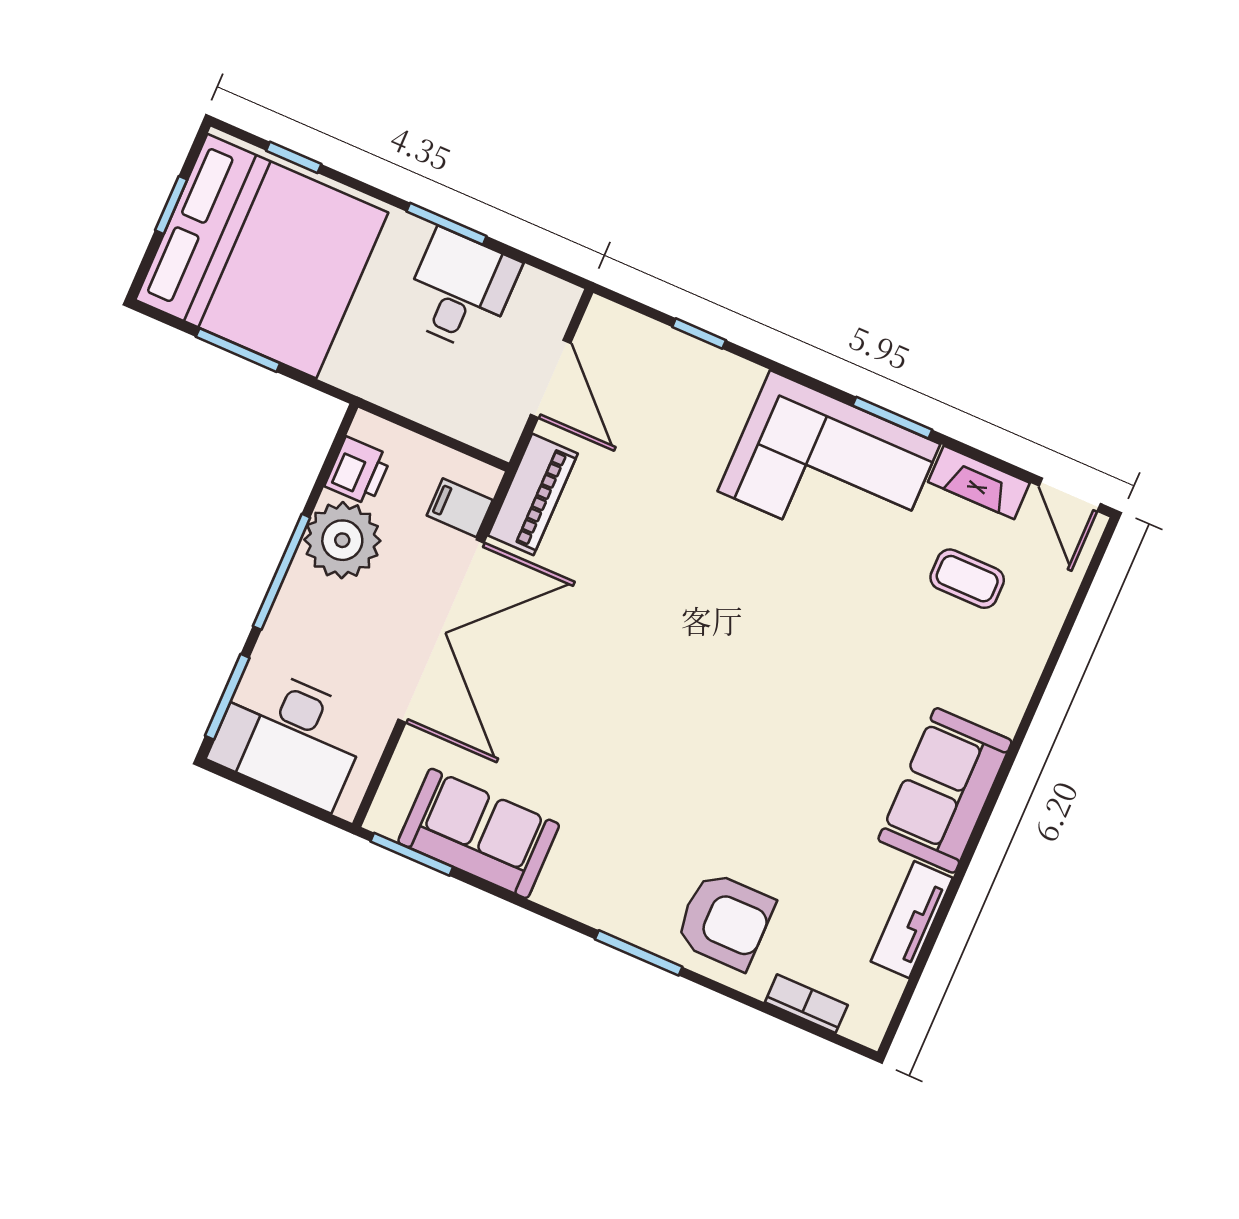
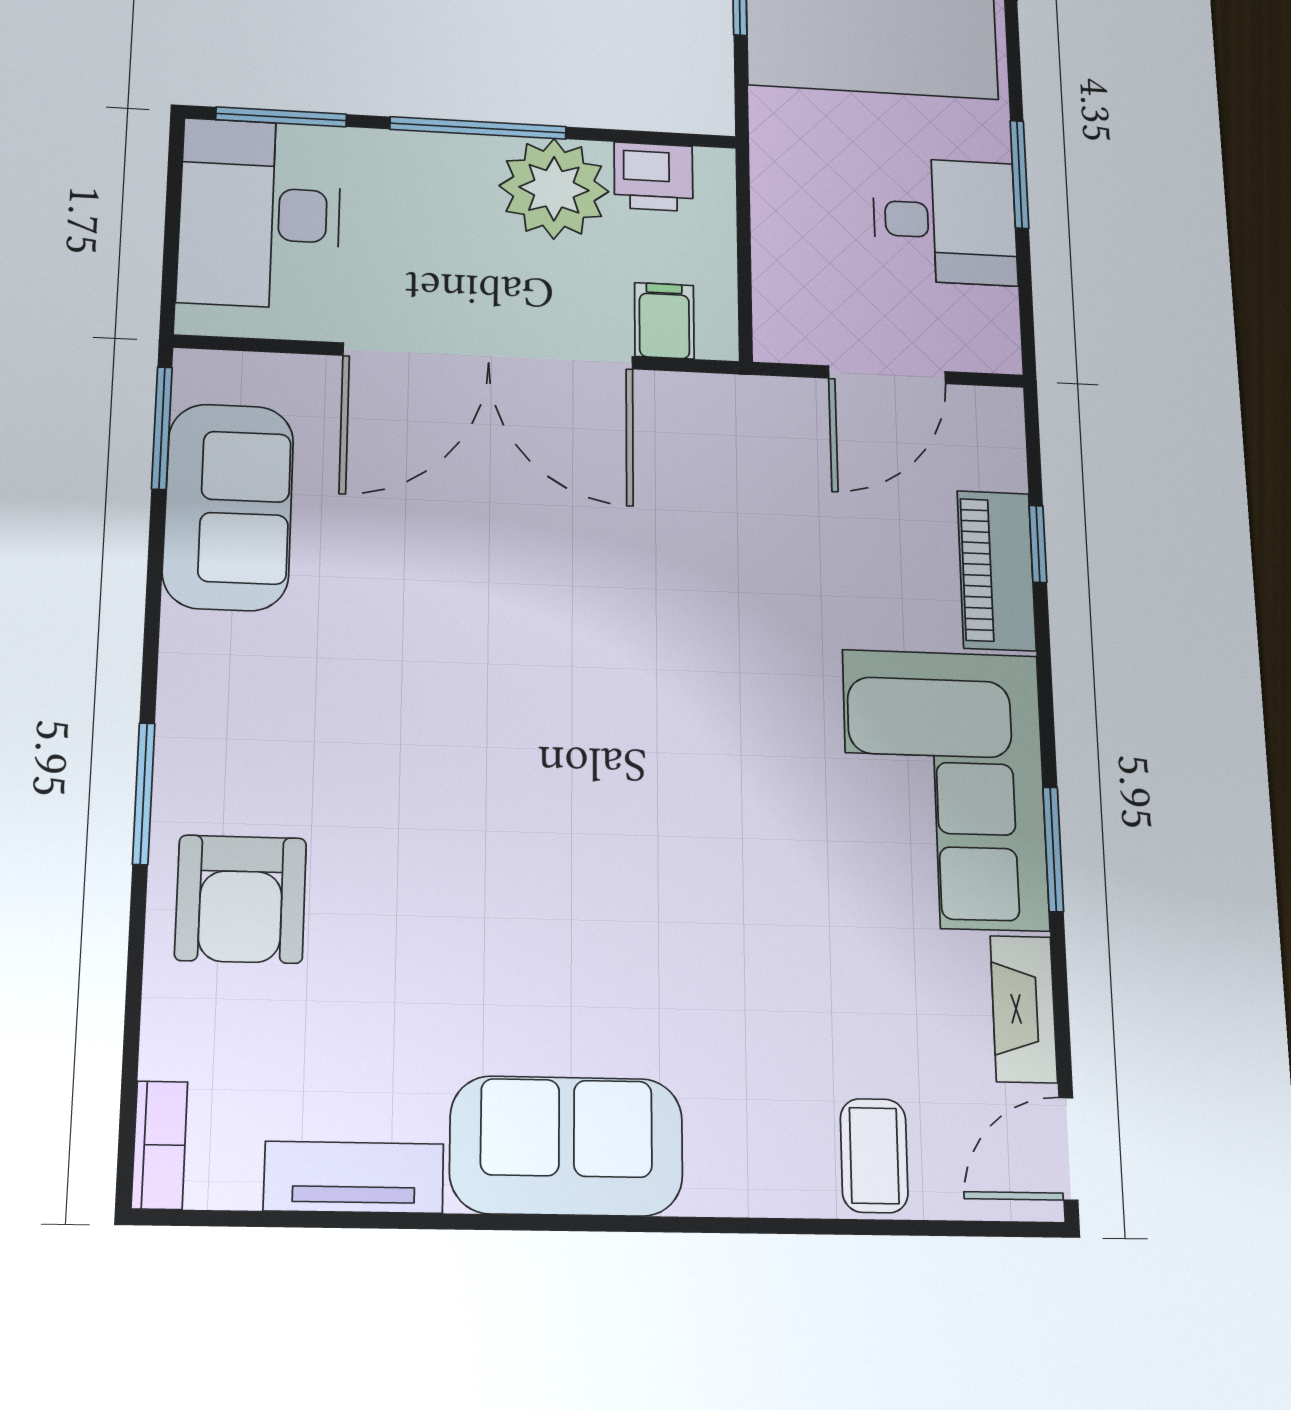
piano: (533, 494) -> (996, 570), moved, turned 90
coffee table: (967, 579) -> (874, 1156), moved
bookcase: (806, 1004) -> (160, 1145), moved

